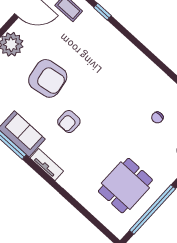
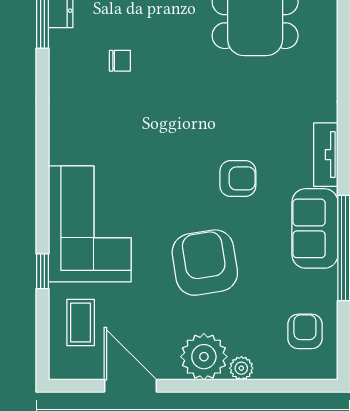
corner sofa: (104, 47) -> (90, 224), added

